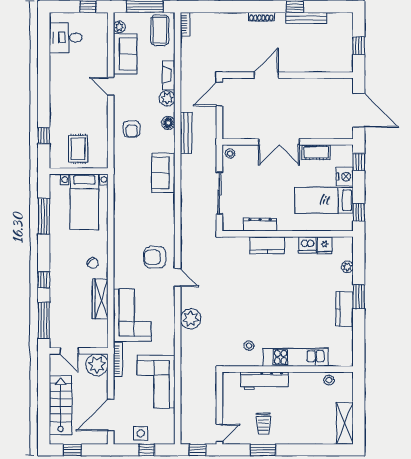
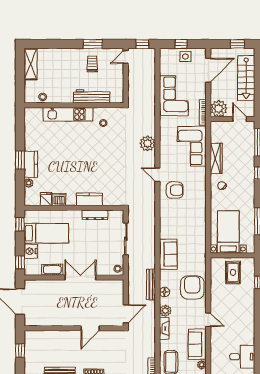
armchair: (132, 129) -> (192, 287), width x1.88, depth x1.88
kitchen counter: (344, 309) -> (31, 164), moved

